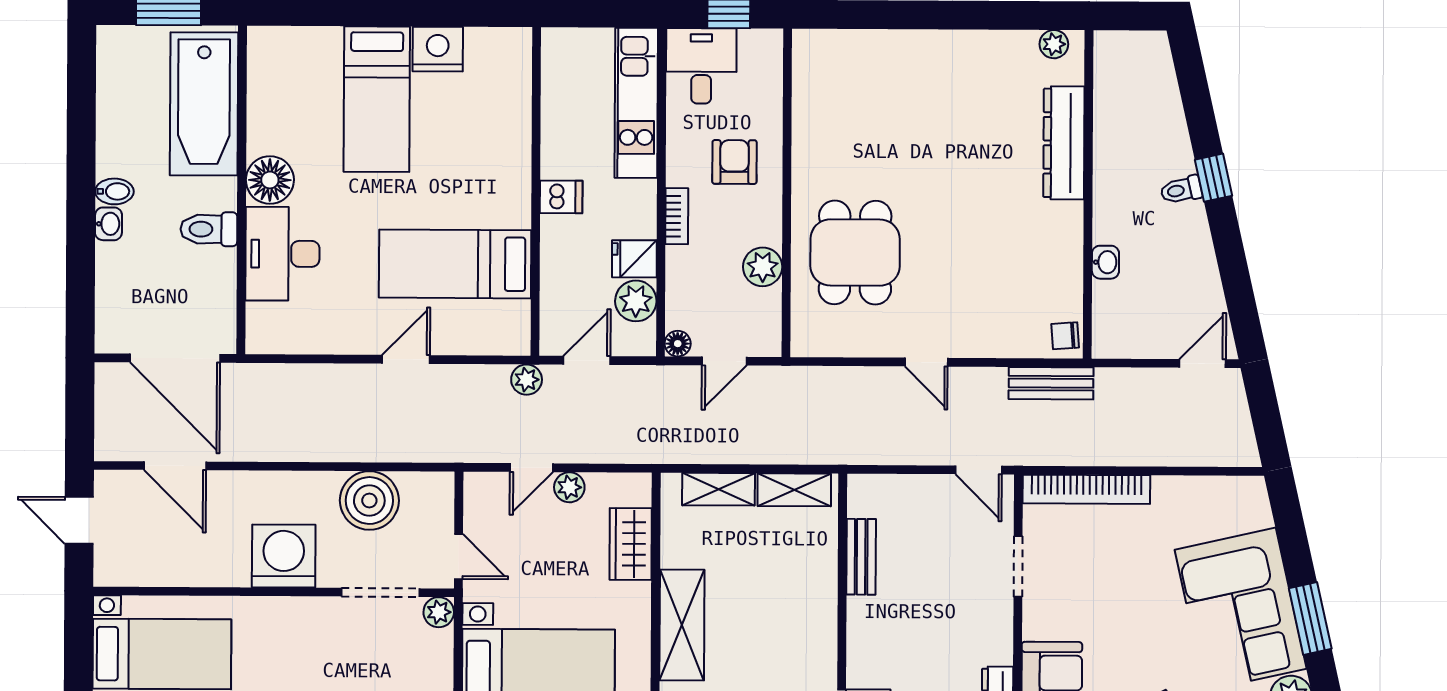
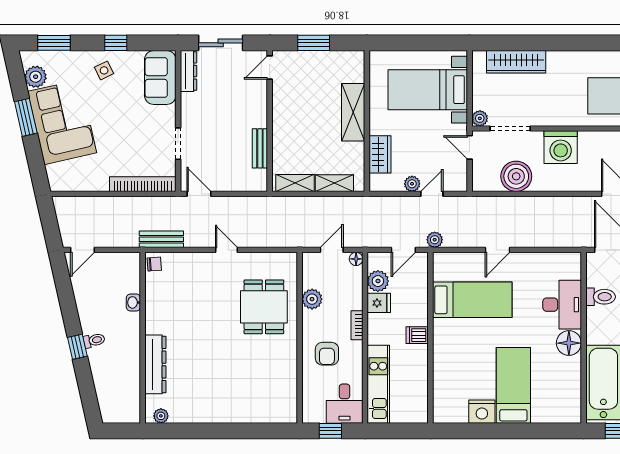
toilet: (209, 229) -> (601, 297), moved

